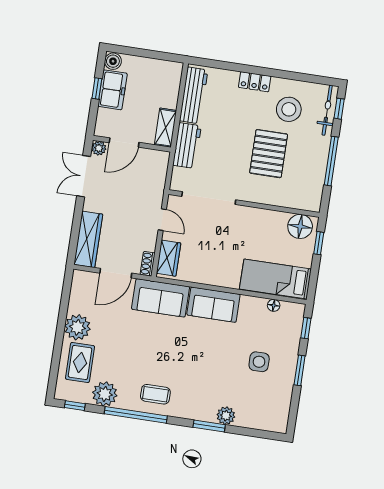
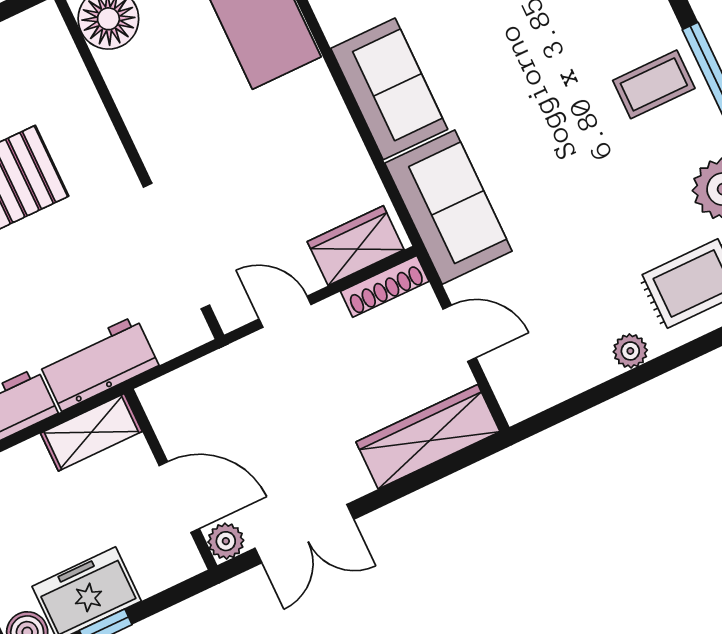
door: (162, 220) -> (285, 312), hinge flipped
shoe rack: (148, 264) -> (385, 286), width x1.43
door: (116, 273) -> (459, 333), width x0.73
plant: (77, 327) -> (630, 351), width x0.53, depth x0.53
coffee table: (155, 394) -> (654, 84), turned 90

